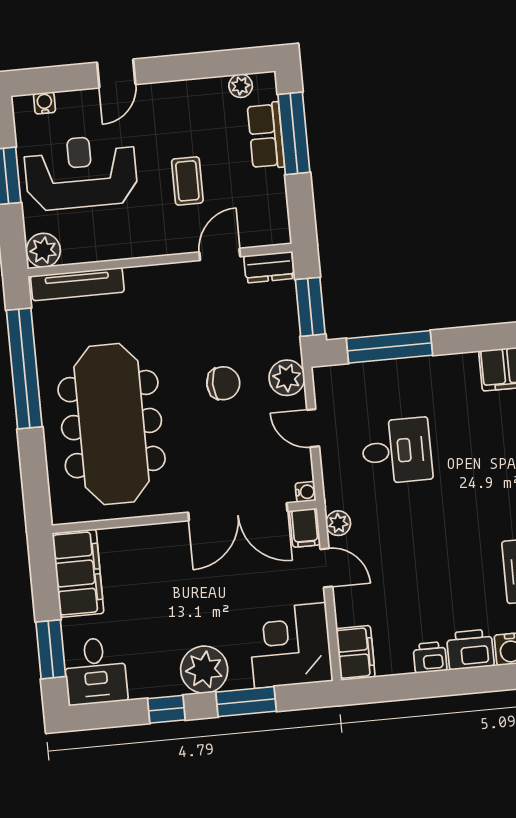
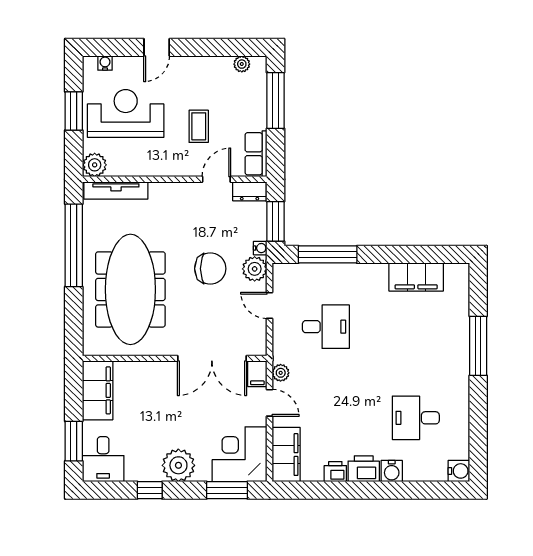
row of seats: (266, 136) -> (256, 154), moved
chair: (223, 383) -> (210, 269), width x1.37, depth x1.37
water cooler: (306, 492) -> (260, 248), moved
filing cabinet: (355, 653) -> (286, 455), width x1.50, depth x1.17
window: (246, 702) -> (227, 490), moved

